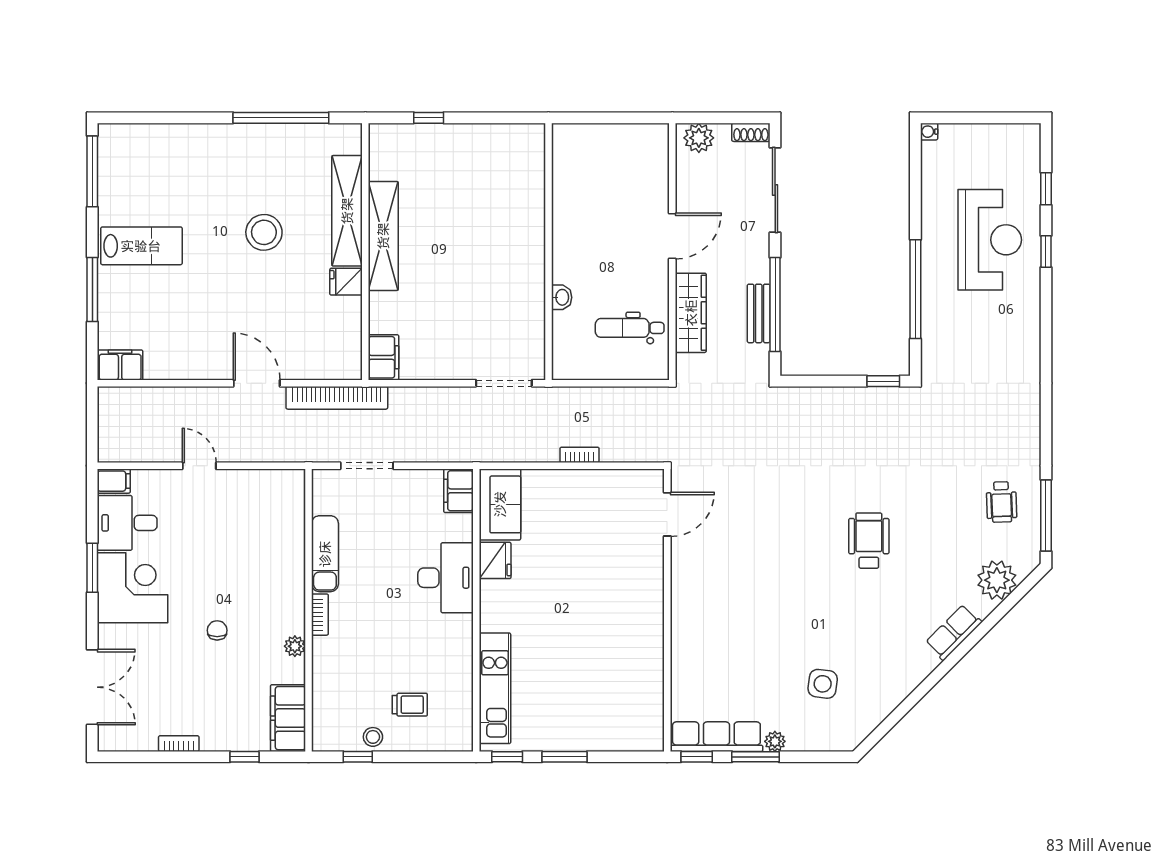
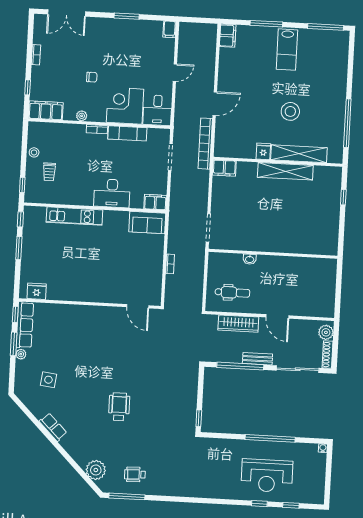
shoe rack: (751, 132) -> (328, 355), width x1.43
window: (915, 289) -> (270, 438), moved
bench: (759, 313) -> (257, 359), moved
dental chair: (630, 328) -> (232, 292), turned 90
desk: (127, 523) -> (157, 110), moved, turned 180
wheelchair: (869, 541) -> (119, 407), turned -90
fridge: (495, 560) -> (37, 291), moved, turned 180
corner desk: (133, 588) -> (125, 106), moved, turned 180
row of seats: (954, 632) -> (53, 427), moved
kitchen unit: (495, 688) -> (74, 216), moved
window: (358, 757) -> (22, 185), moved

